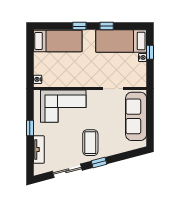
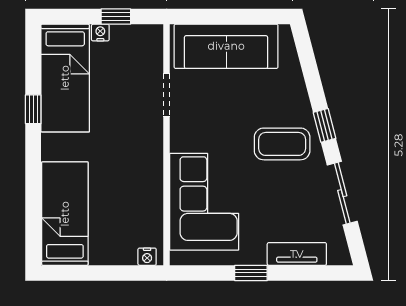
window: (79, 26) -> (33, 167), removed
window: (150, 52) -> (116, 16), moved

